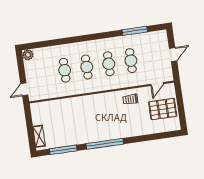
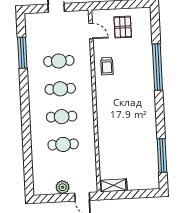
plant: (28, 55) -> (63, 187), moved
pallet: (163, 109) -> (123, 27), width x0.67, depth x0.71
shelving: (39, 136) -> (113, 185), moved
window: (105, 144) -> (157, 67), moved

